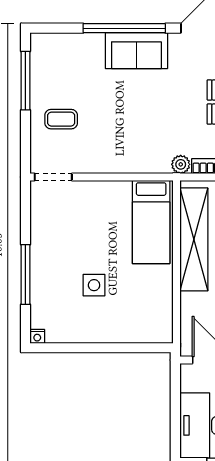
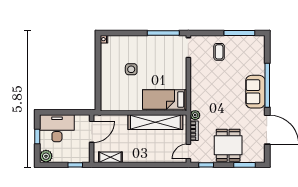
window: (25, 275) -> (163, 33), moved

